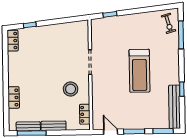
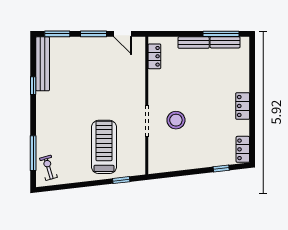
treadmill: (140, 71) -> (104, 147), moved
stool: (71, 89) -> (176, 120), moved
locker: (14, 98) -> (243, 106), moved

